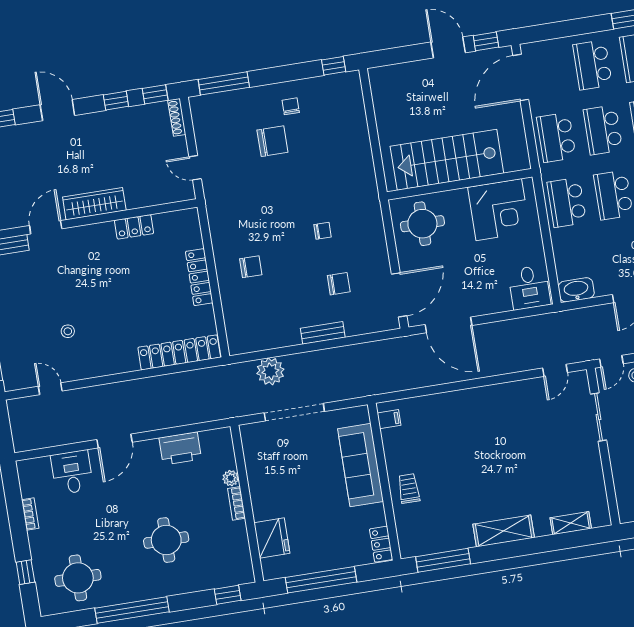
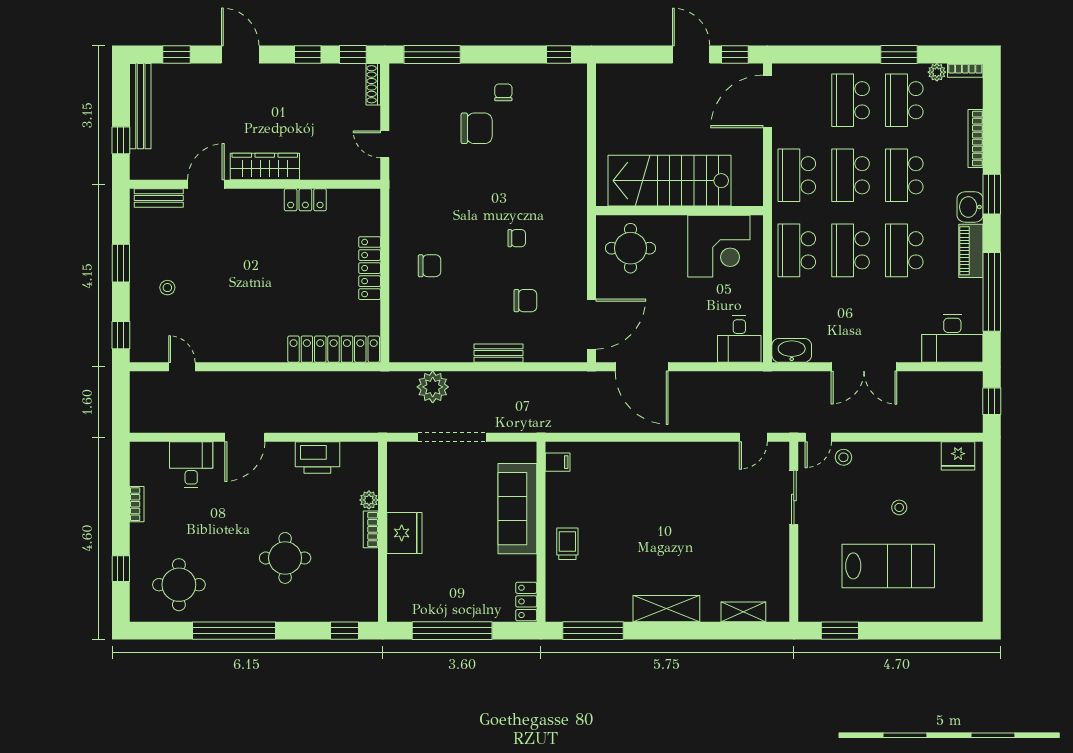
stool: (68, 331) -> (167, 288), moved
fridge: (272, 538) -> (404, 533), moved

